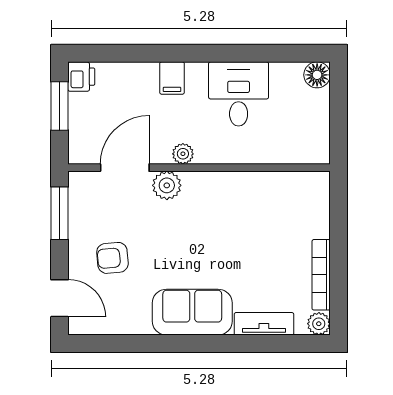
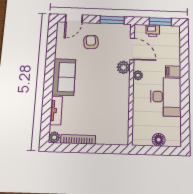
floor lamp: (317, 75) -> (159, 140), moved
printer: (81, 77) -> (153, 31), moved
desk: (239, 94) -> (166, 97), width x1.37

